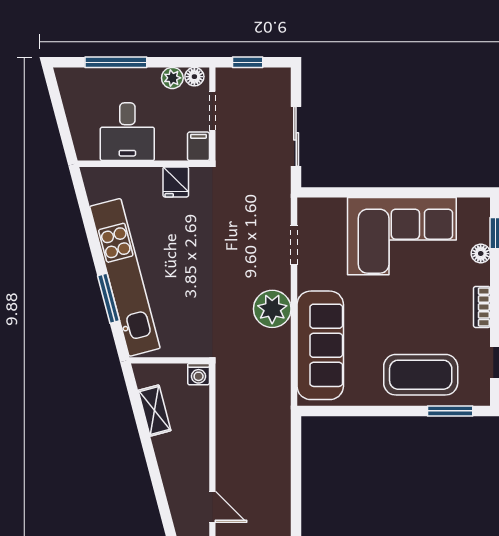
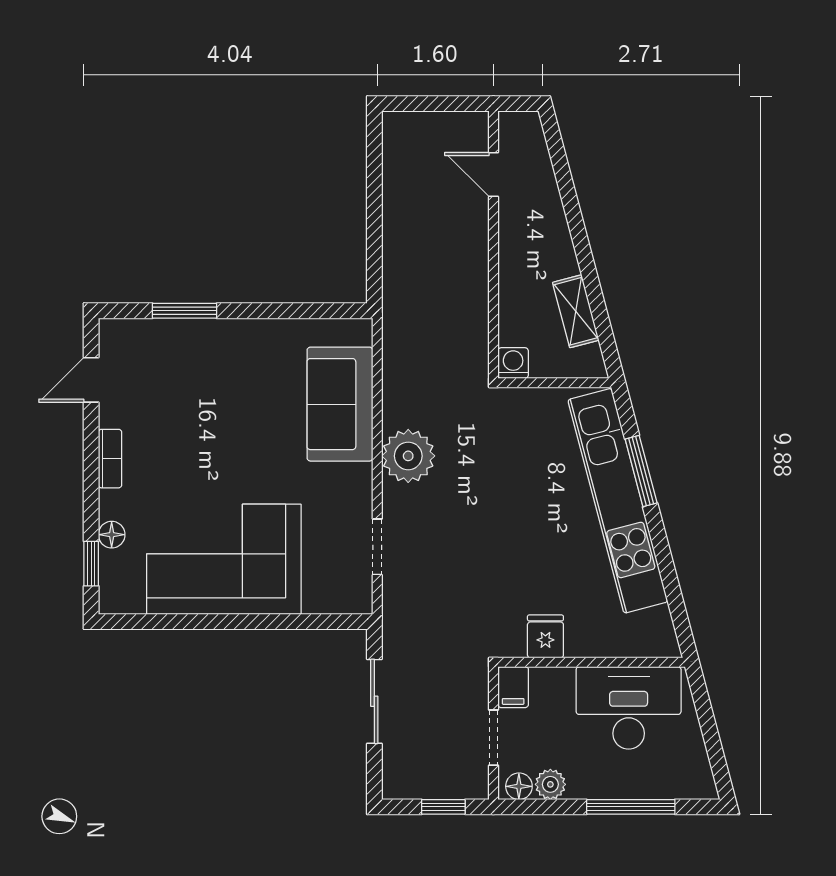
desk: (127, 132) -> (629, 708), width x1.37
sofa: (320, 345) -> (340, 404), width x0.73
coffee table: (421, 375) -> (197, 362), removed
window: (450, 411) -> (184, 311), moved

